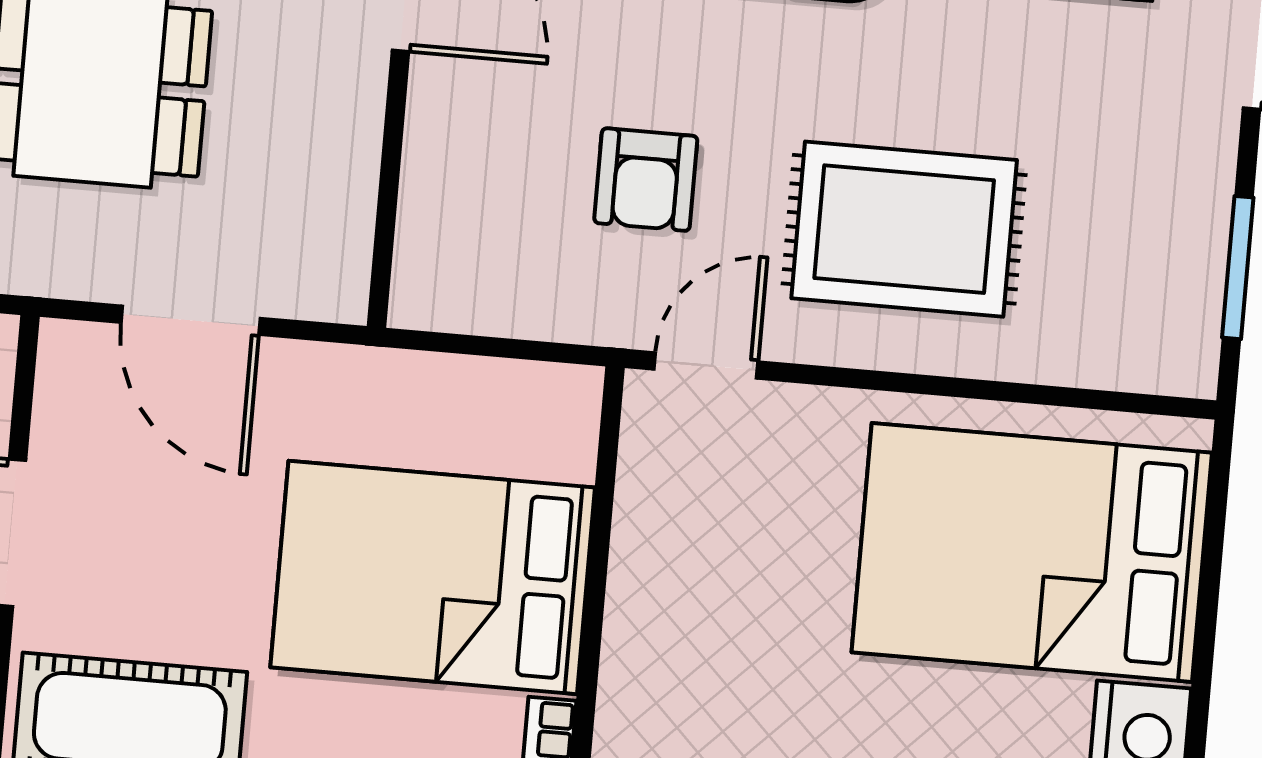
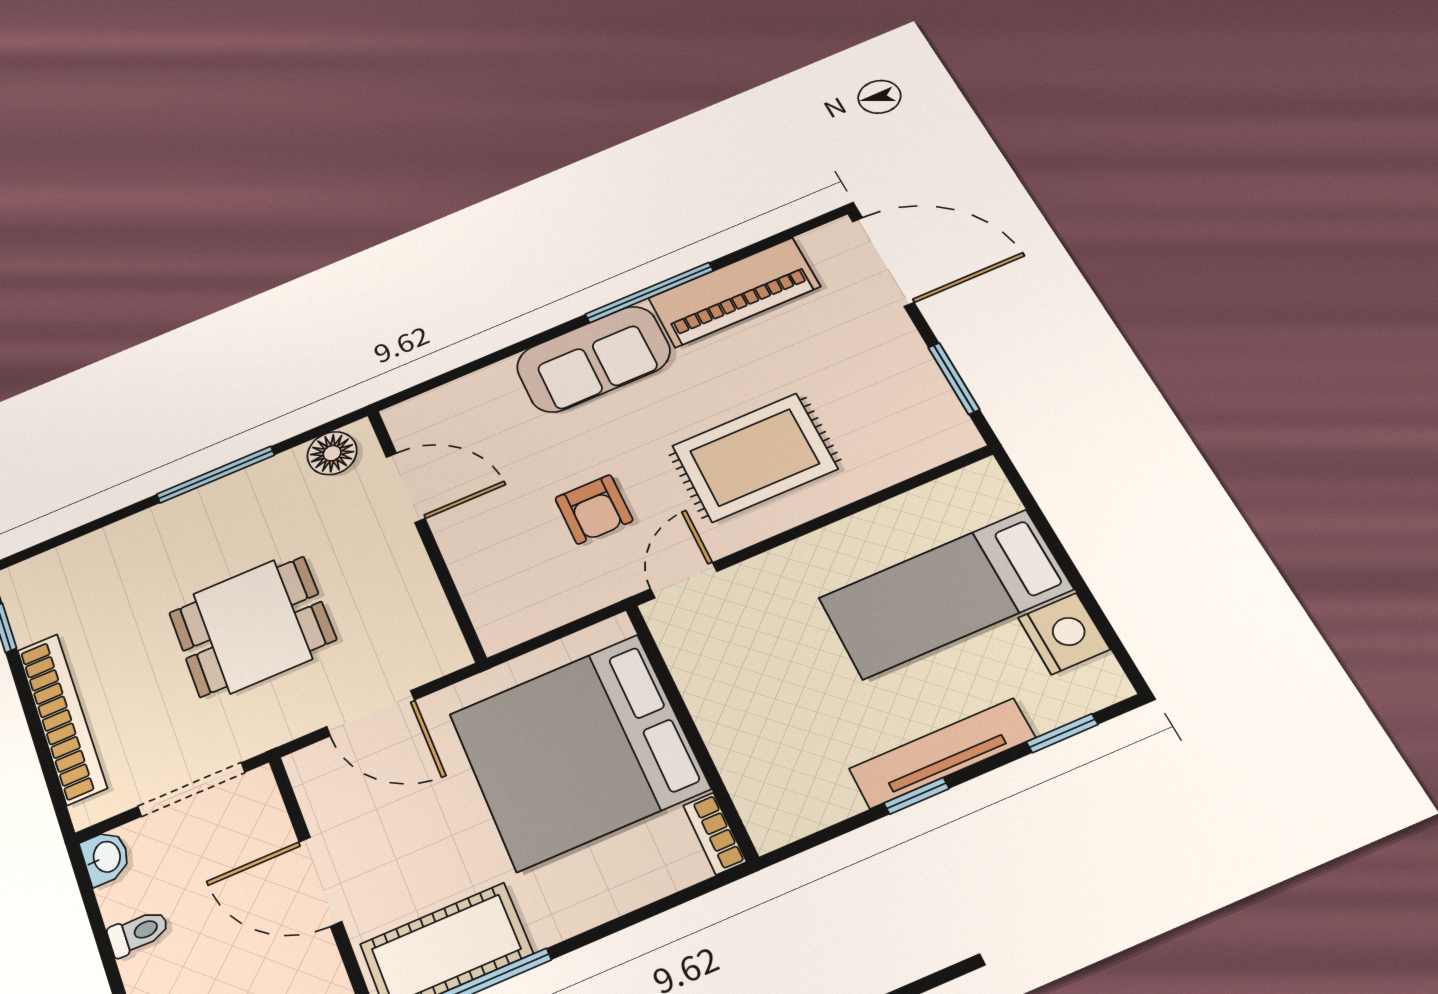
bed: (1032, 552) -> (945, 594), width x0.67
bed: (433, 577) -> (578, 751), width x1.36

